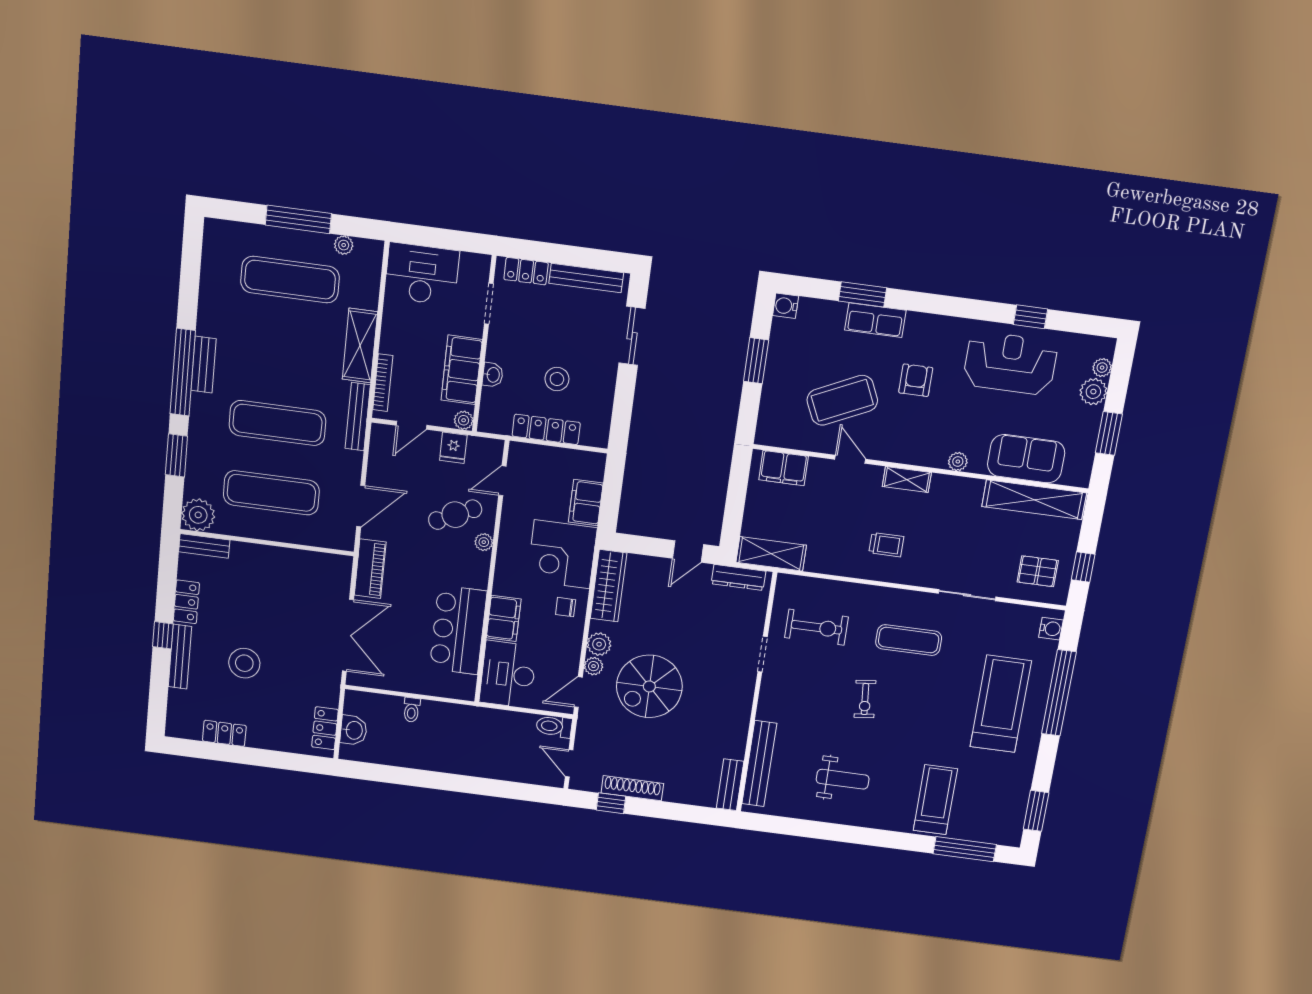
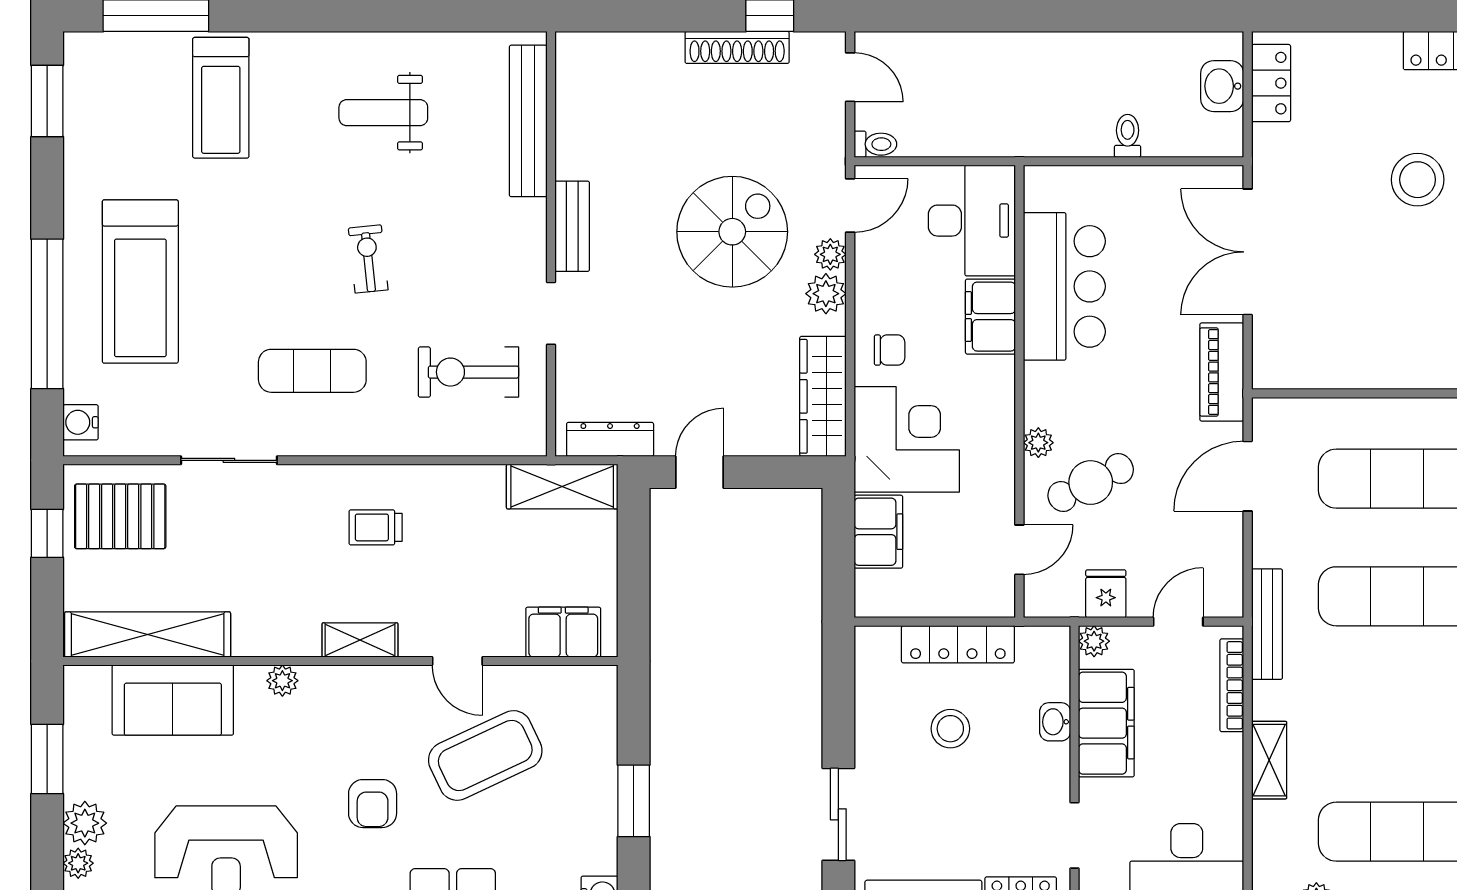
shelving: (360, 346) -> (1269, 760), width x0.67, depth x0.75
pallet: (1038, 571) -> (120, 516), width x1.50, depth x1.42
toilet: (554, 726) -> (875, 144), width x0.73, depth x0.72
bench: (730, 785) -> (572, 226), moved

